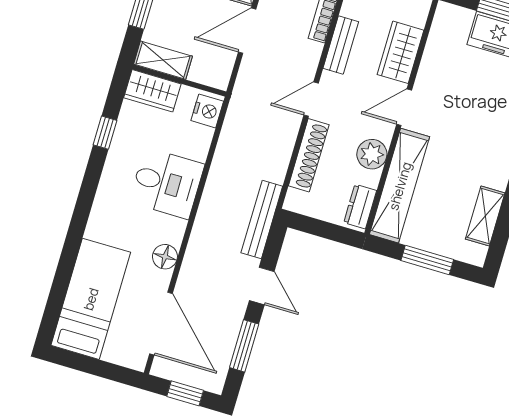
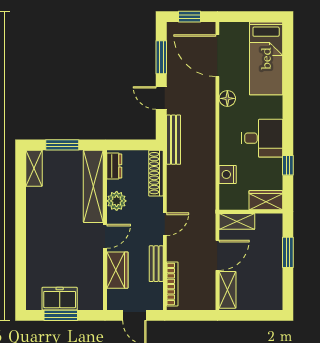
shelving: (163, 60) -> (237, 221), moved
nightstand: (207, 111) -> (228, 174), moved
shoe rack: (309, 155) -> (156, 173), moved
desk: (167, 183) -> (262, 138), moved, turned 180
shelving: (485, 216) -> (34, 168), moved

